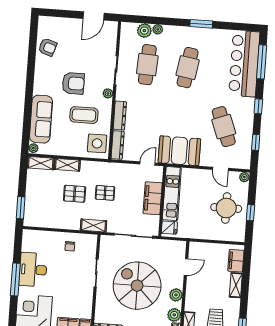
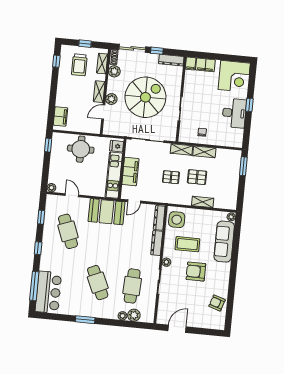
bar counter: (244, 64) -> (48, 292), width x0.73
cafe table: (188, 68) -> (98, 283), turned -33
shelving: (41, 163) -> (204, 152), moved
round table: (226, 208) -> (81, 149), moved
window: (251, 213) -> (48, 145), moved
window: (15, 280) -> (249, 105), width x0.46
shelving: (236, 285) -> (99, 92), moved
spiral stairs: (137, 286) -> (145, 97), turned -90
plant: (176, 295) -> (111, 99), moved

